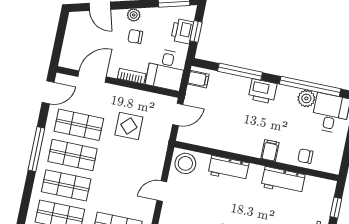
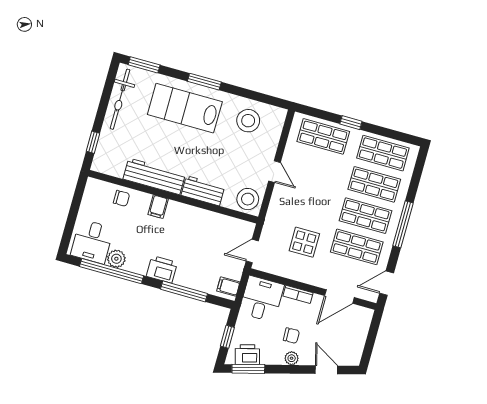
printer: (182, 31) -> (247, 355), moved, turned -105
workbench: (283, 181) -> (154, 176), width x1.37
door: (162, 191) -> (274, 172), hinge flipped

